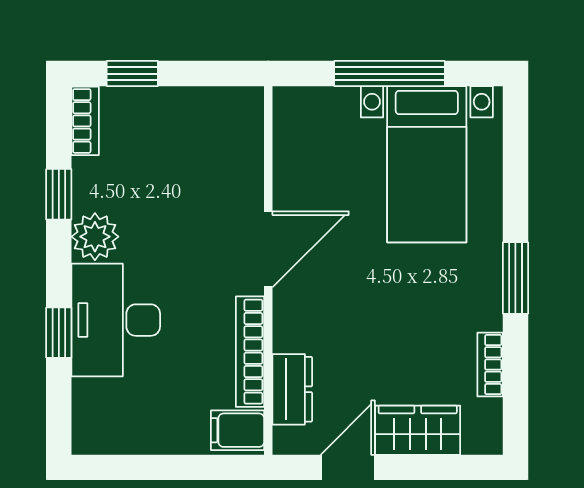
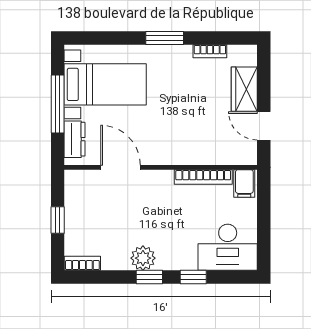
window: (132, 74) -> (58, 220), moved
window: (59, 194) -> (149, 277), moved
door: (268, 249) -> (120, 167), moved
desk: (116, 320) -> (228, 247), moved
dresser: (292, 389) -> (75, 139), moved, turned 90

